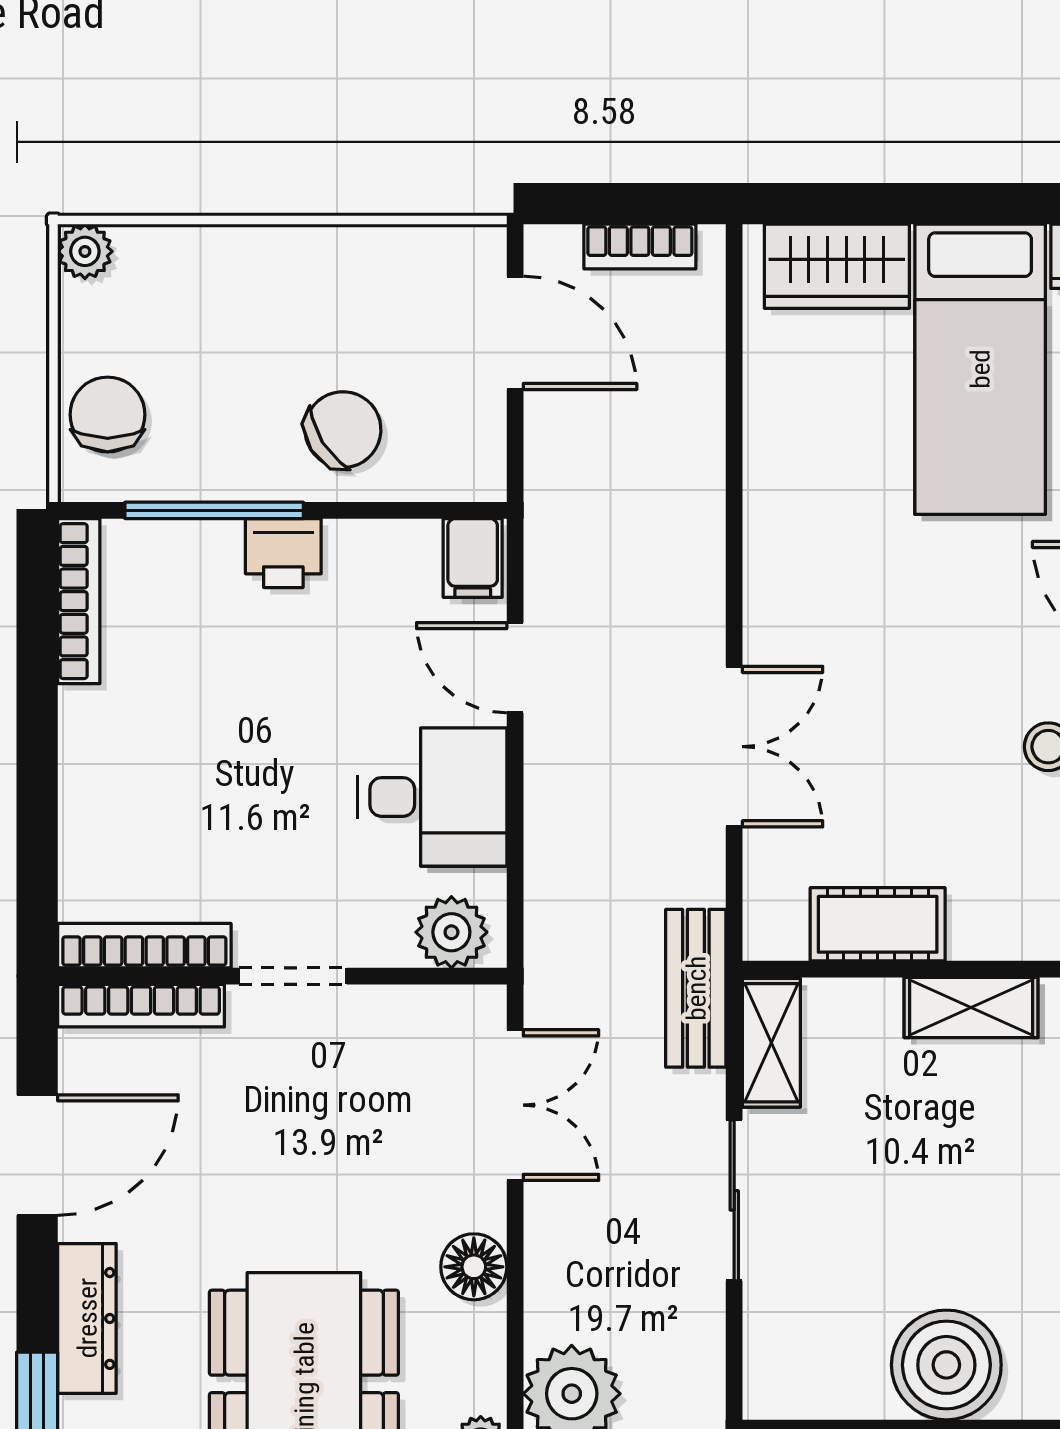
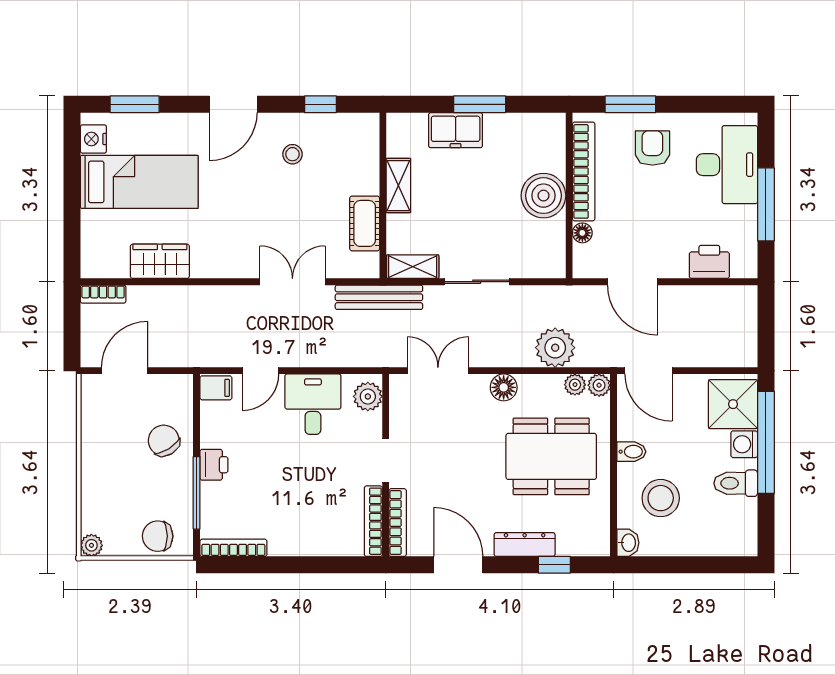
bookcase: (640, 247) -> (103, 294), moved, turned 90
wardrobe: (837, 266) -> (160, 261), moved, turned -90
bench: (696, 988) -> (379, 297), width x1.36

